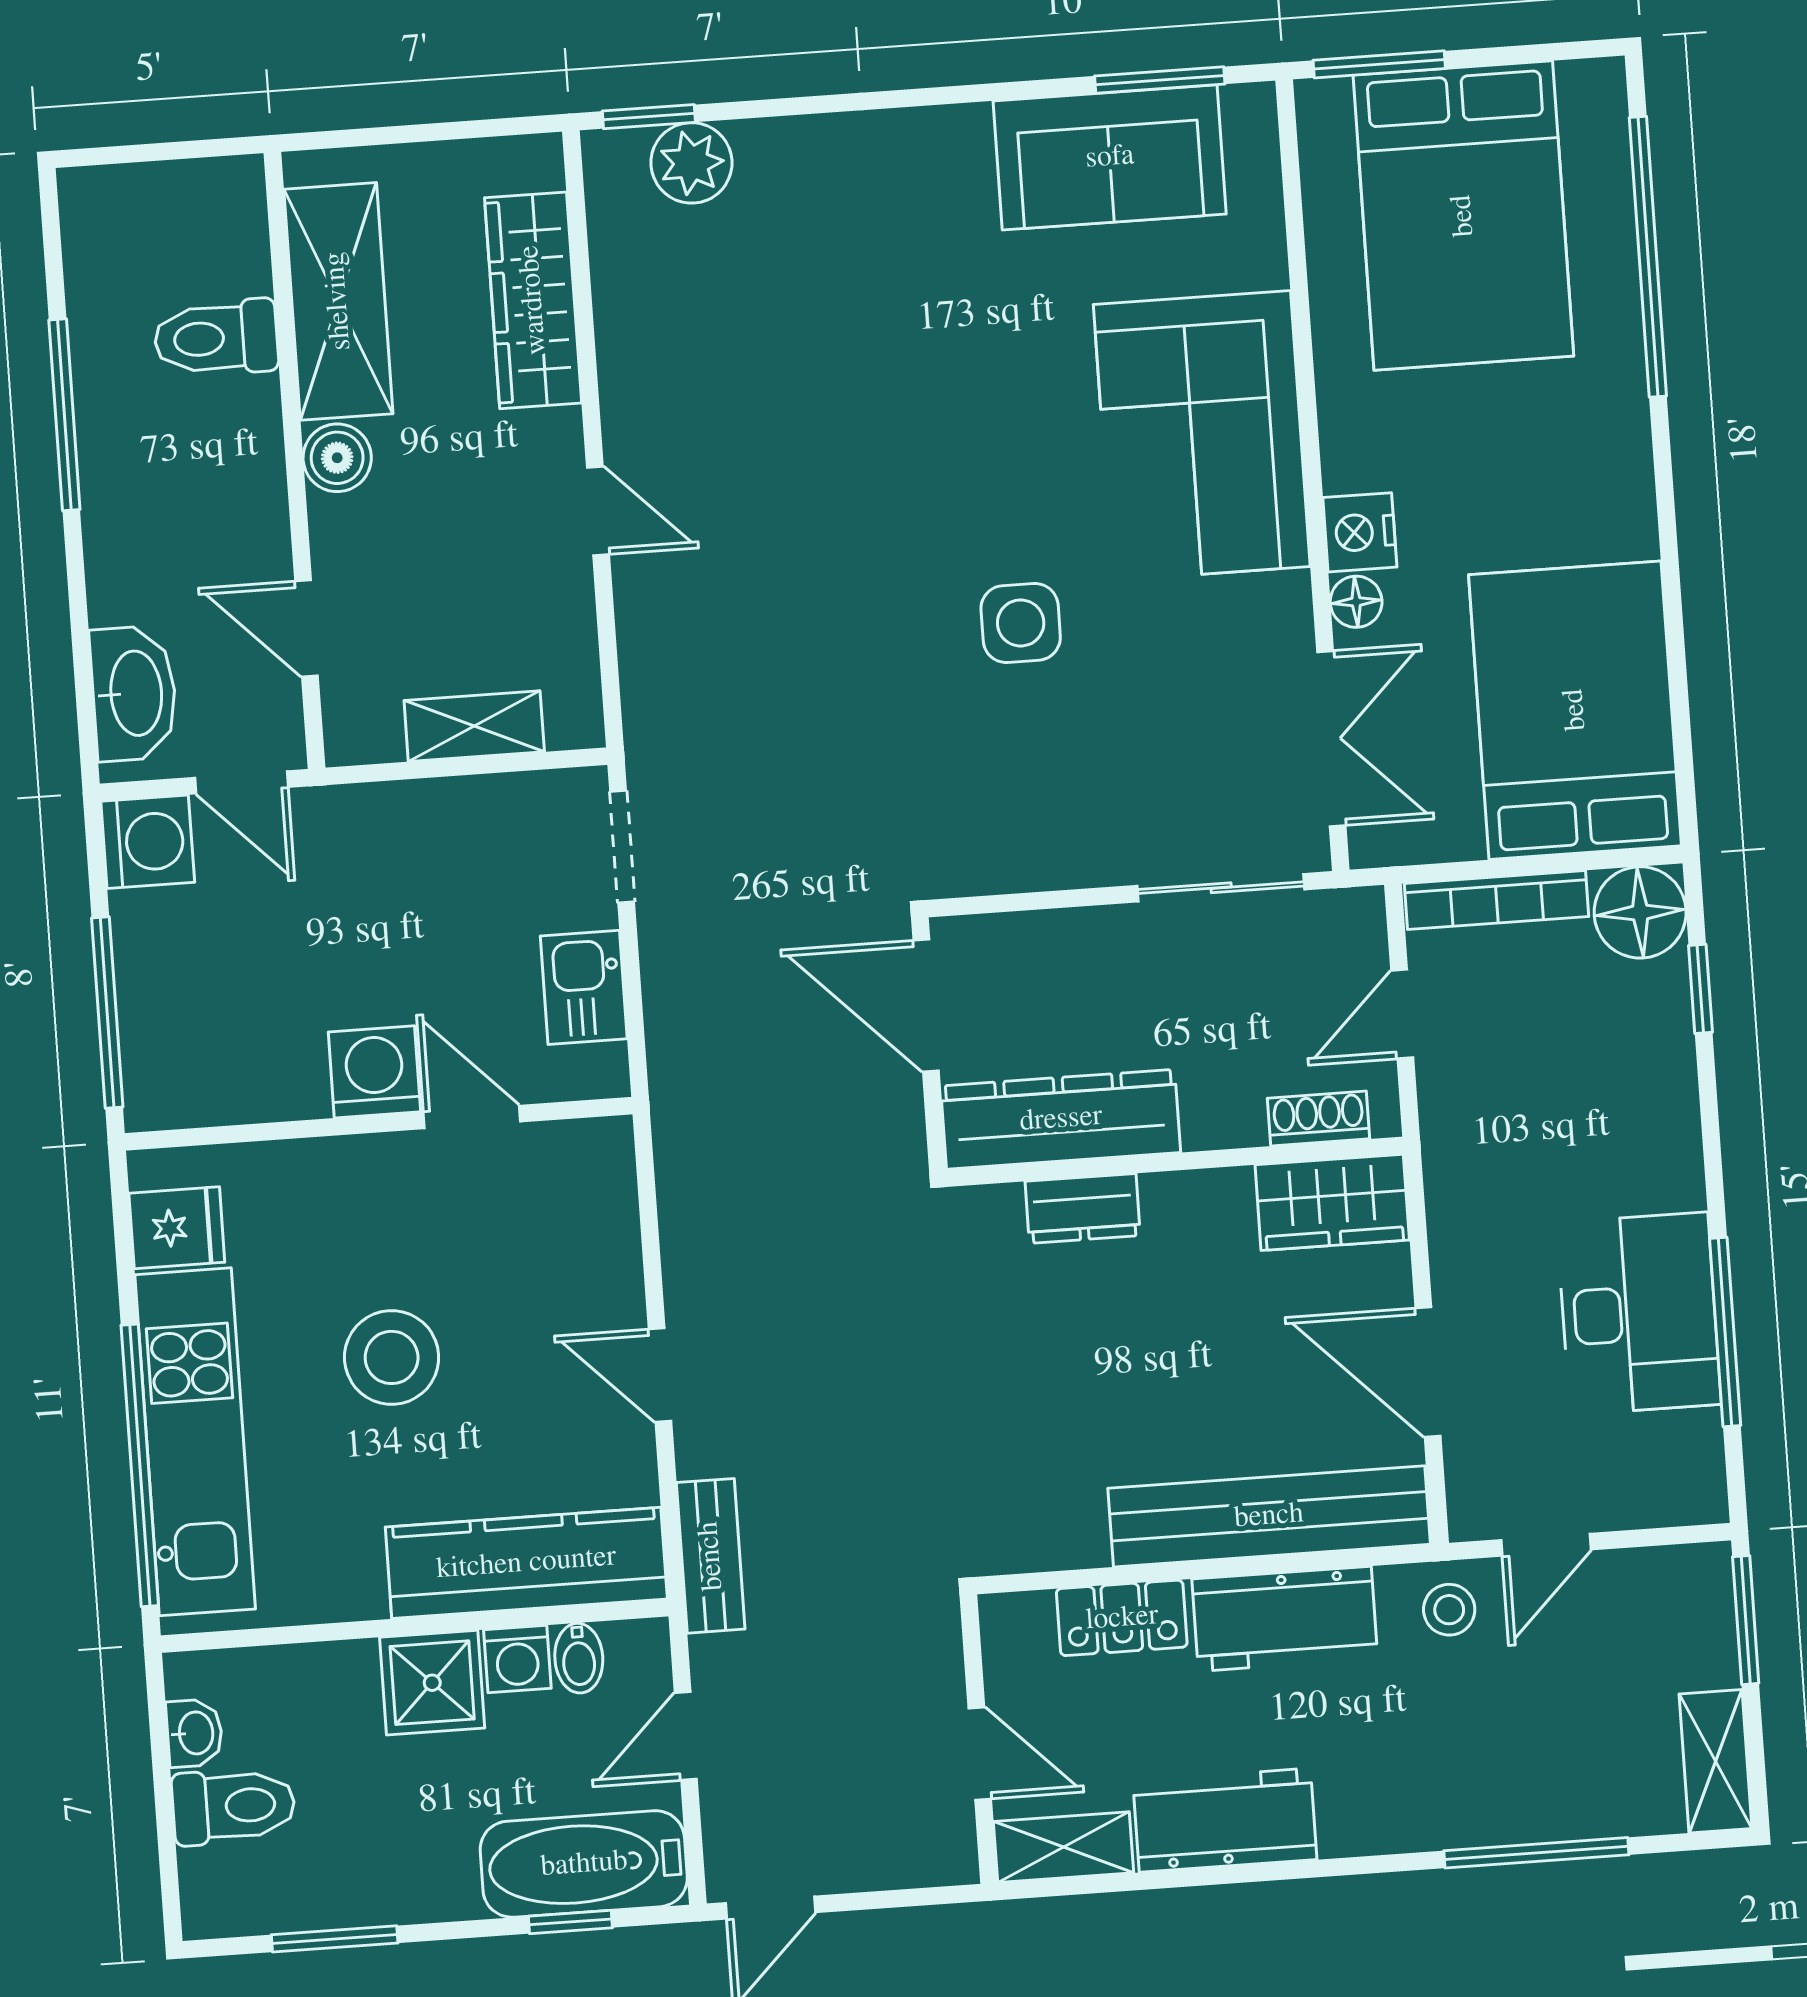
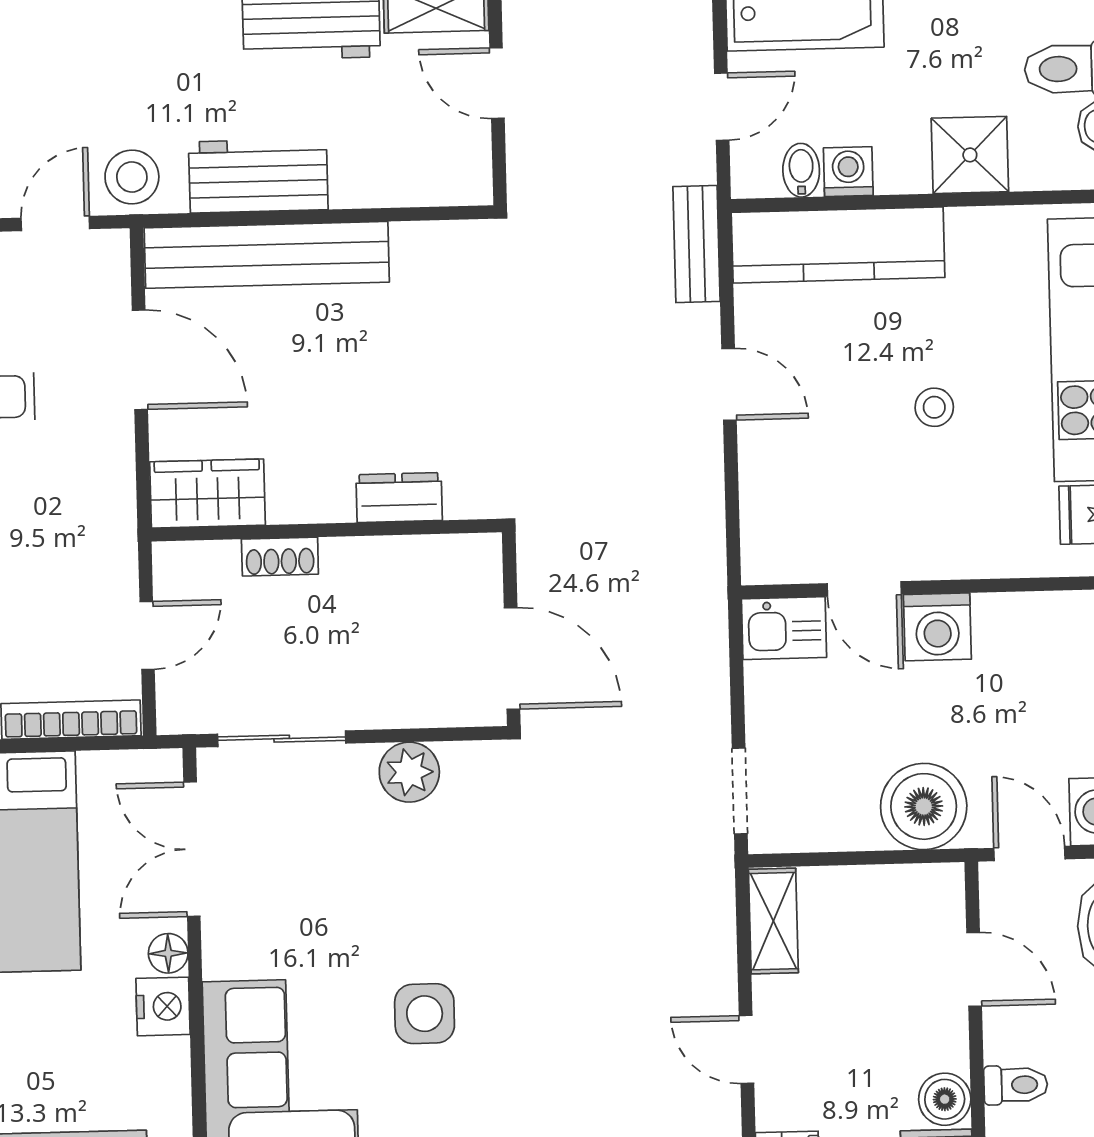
toilet: (246, 481) -> (1016, 1085), added
side table: (1021, 623) -> (425, 1014), moved
shelving: (474, 726) -> (773, 921), moved, turned 90
boiler: (382, 837) -> (924, 806), added
plant: (1053, 852) -> (409, 772), added
kitchen sink: (584, 987) -> (784, 628), moved, turned 90
dresser: (1061, 1119) -> (413, 567), removed
shoe rack: (1319, 1119) -> (280, 557), moved
stool: (392, 1357) -> (934, 407), width x0.53, depth x0.53
stool: (1449, 1610) -> (132, 177), width x1.37, depth x1.37
locker: (1122, 1618) -> (383, 182), removed
shower: (432, 1683) -> (970, 155), moved

